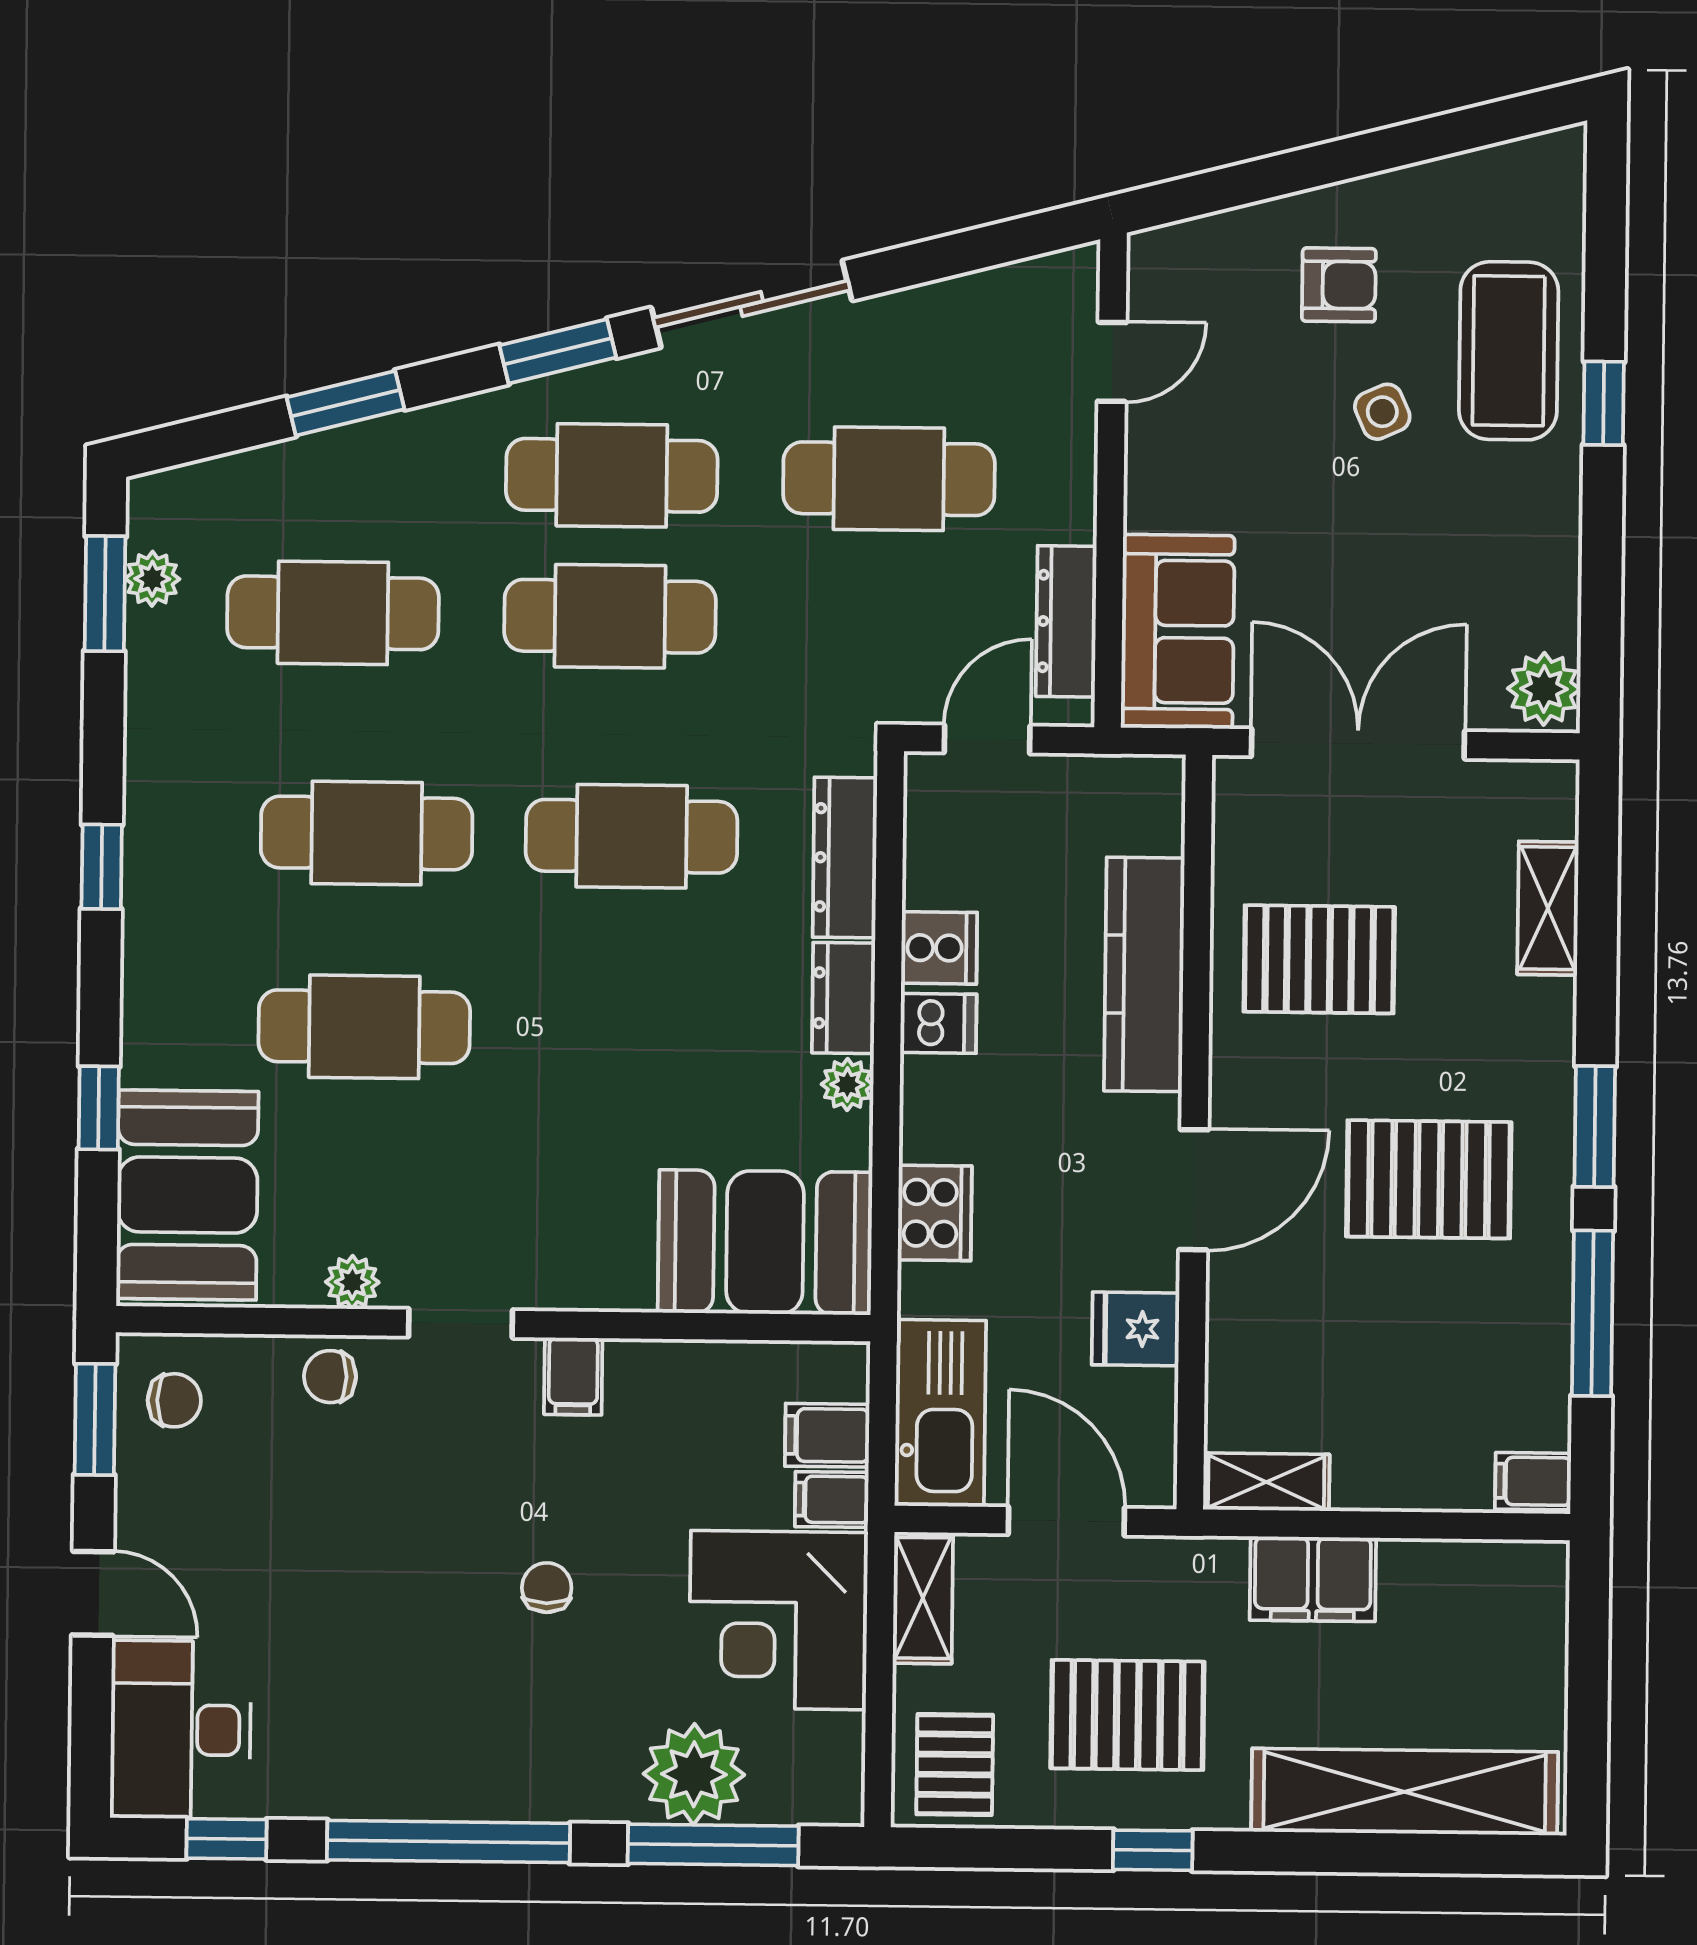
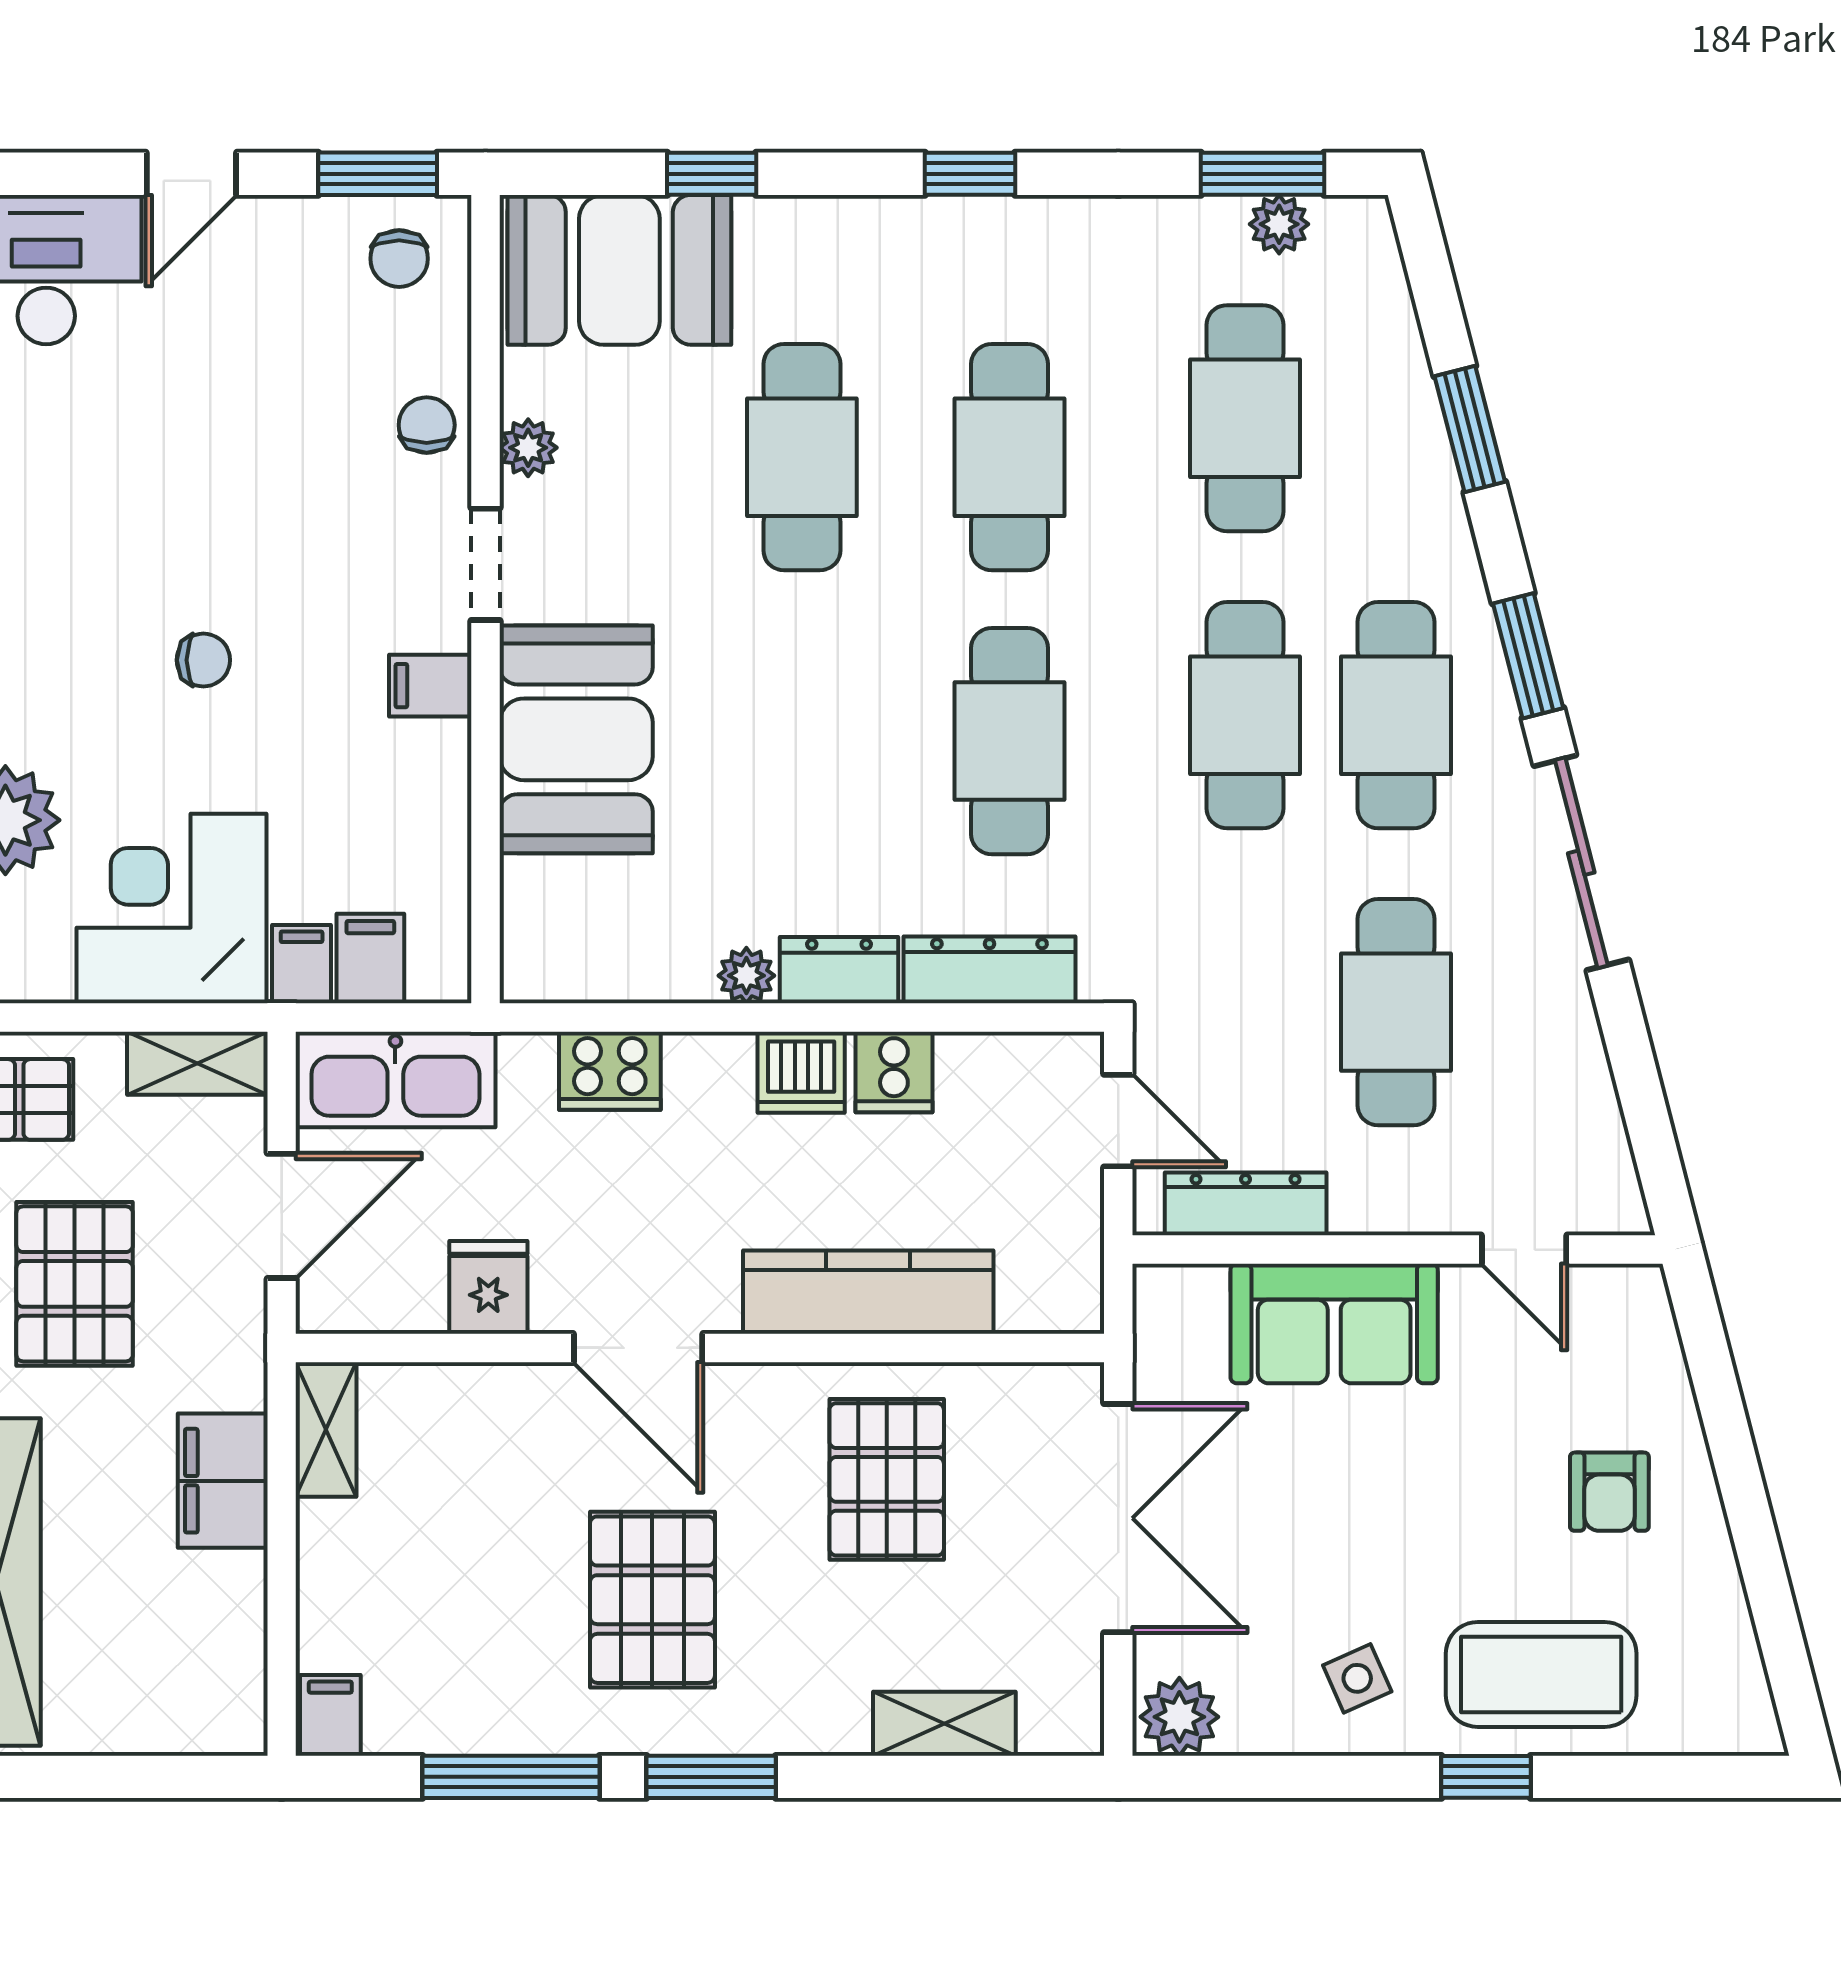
side table: (1382, 412) -> (1357, 1678), moved
sofa: (1178, 632) -> (1334, 1323), moved
dishwasher: (938, 1023) -> (801, 1072), width x1.38
booth: (765, 1242) -> (576, 739), moved

